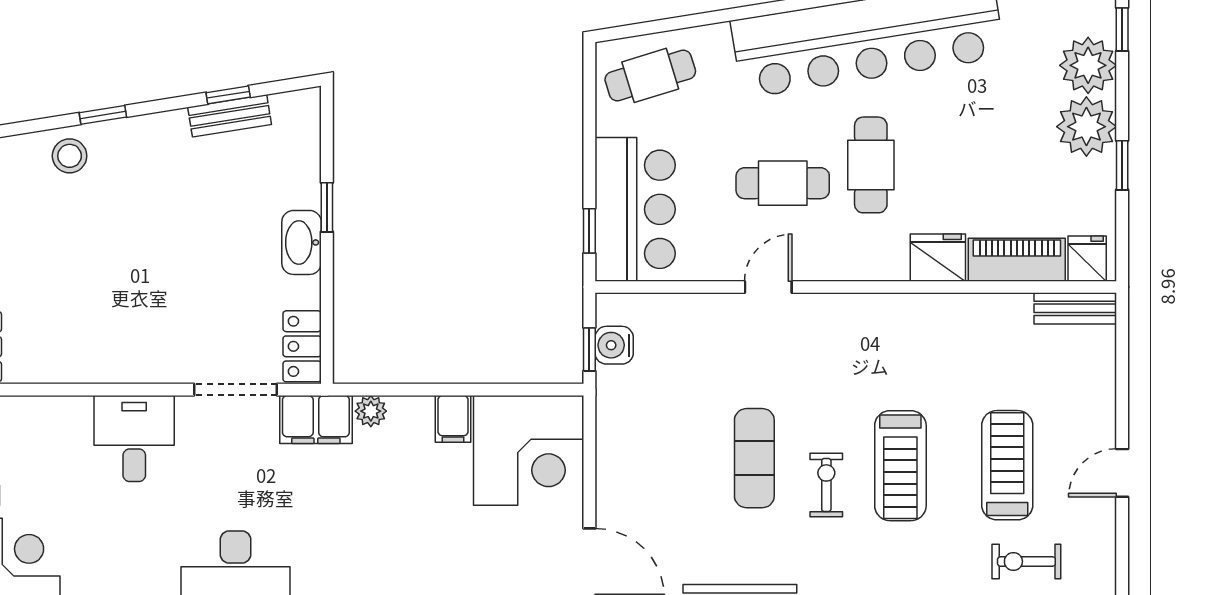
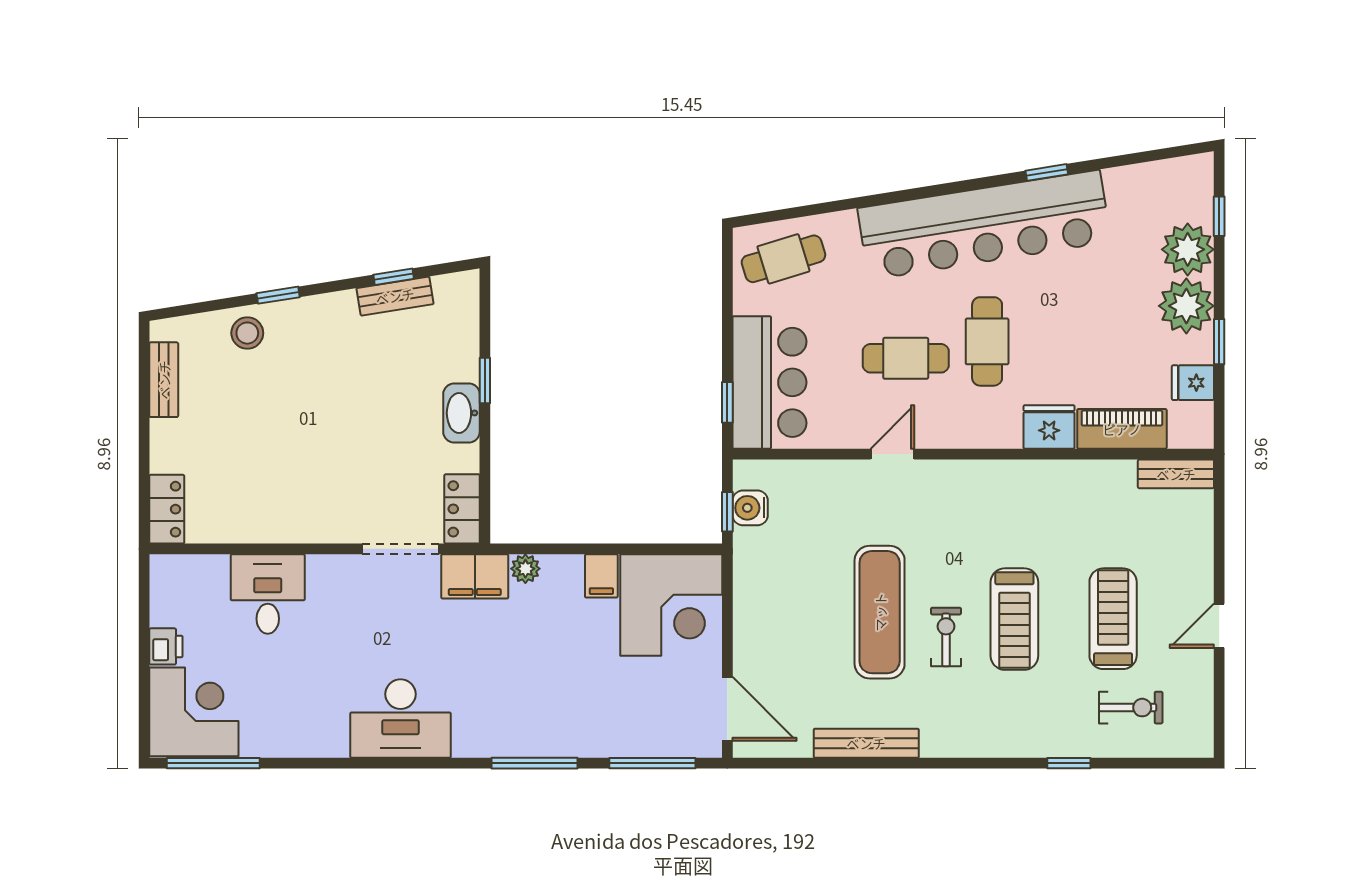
fridge: (1087, 259) -> (1193, 383), moved, turned -90
desk: (134, 439) -> (268, 594), moved
exercise mat: (754, 458) -> (880, 612), width x1.36, depth x1.45
exercise bike: (1026, 561) -> (1131, 708), turned 180

